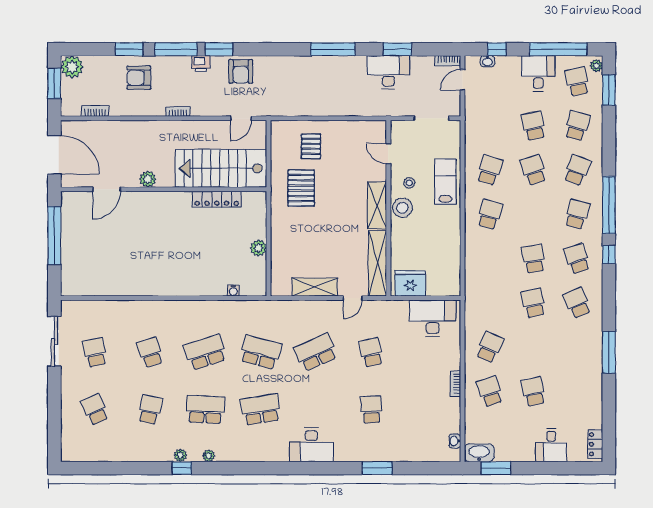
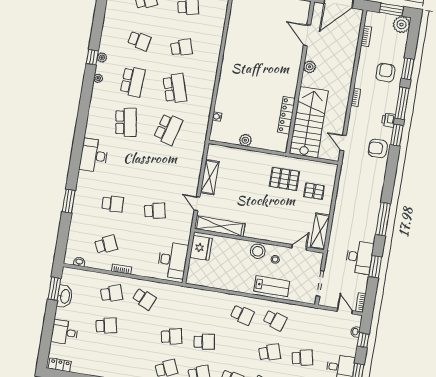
shelving: (377, 205) -> (320, 231), moved, turned 90
school desk: (316, 352) -> (106, 245), moved, width x0.54
washbasin: (479, 453) -> (65, 296), moved

